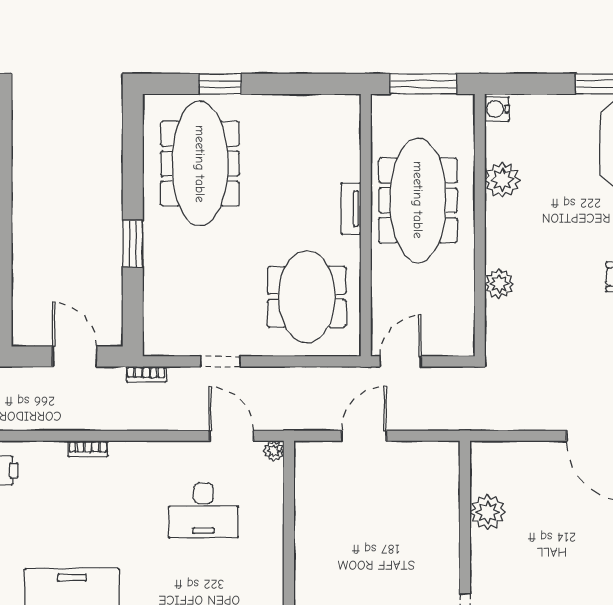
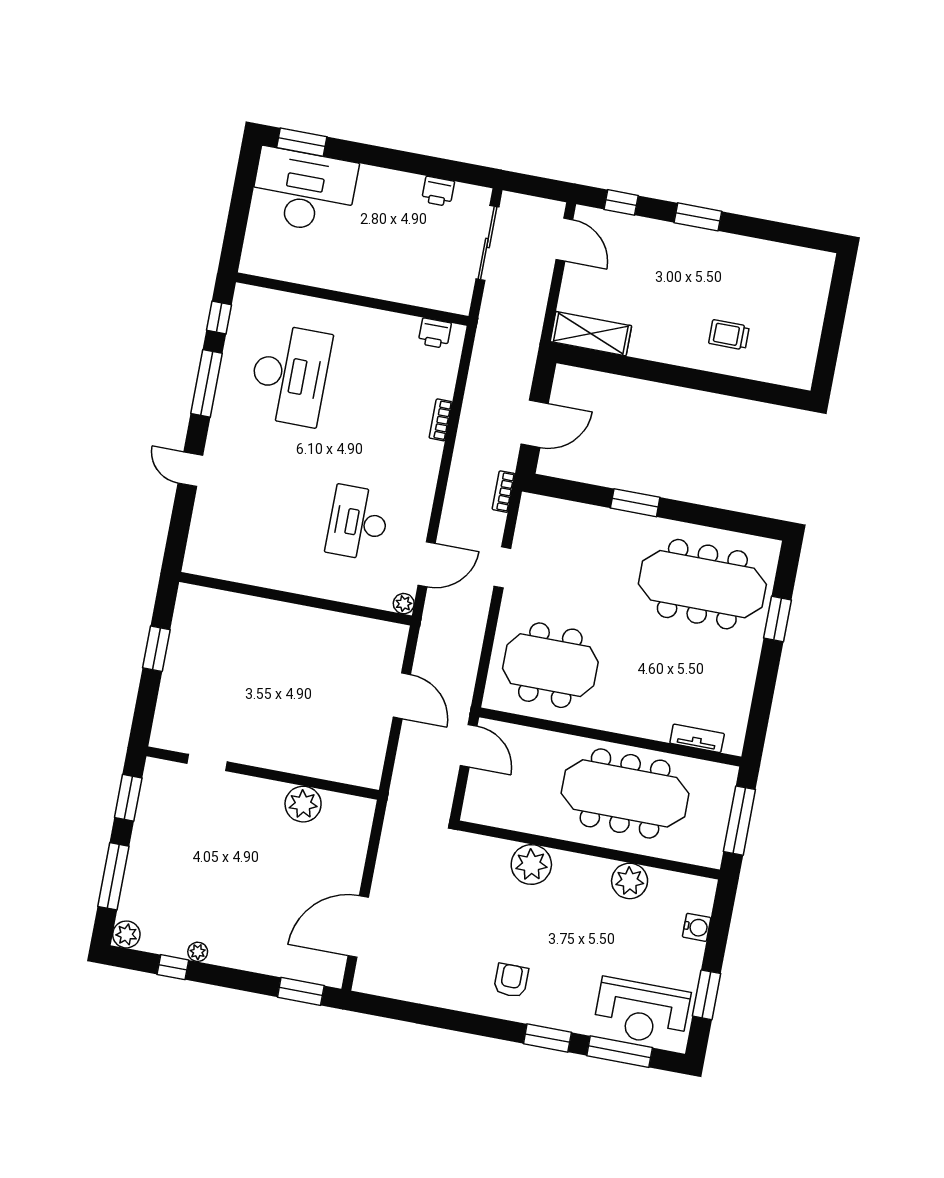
water cooler: (497, 109) -> (697, 927), moved, turned 90
tv unit: (351, 209) -> (697, 738), moved
plant: (499, 284) -> (531, 865), width x1.36, depth x1.36

